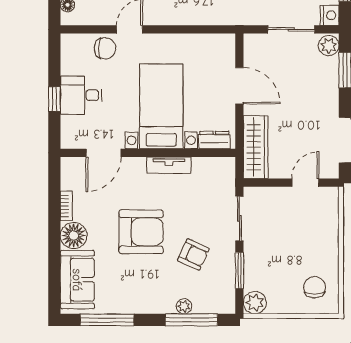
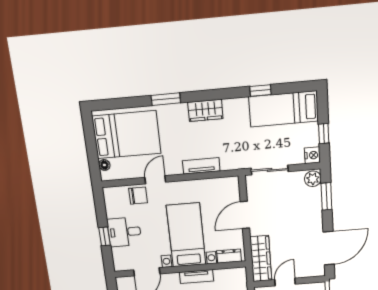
tv unit: (190, 17) -> (201, 166), added
sliding door: (291, 29) -> (270, 170), moved
door: (239, 86) -> (245, 215), swing flipped
door: (305, 183) -> (285, 282), moved

